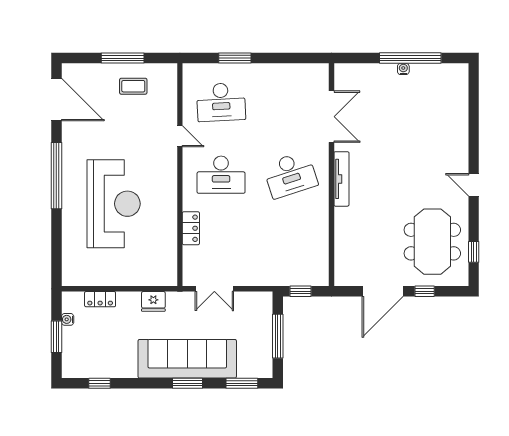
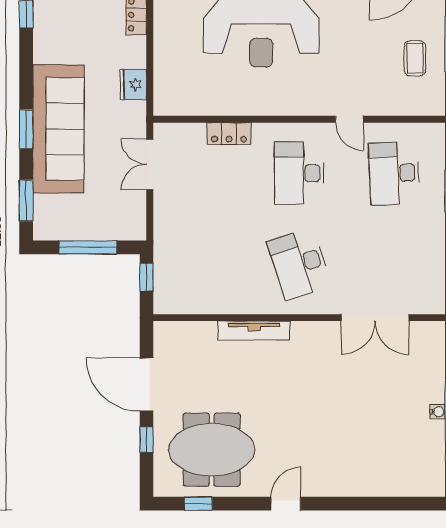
door: (180, 136) -> (349, 119), hinge flipped
tv unit: (341, 179) -> (254, 331), moved

